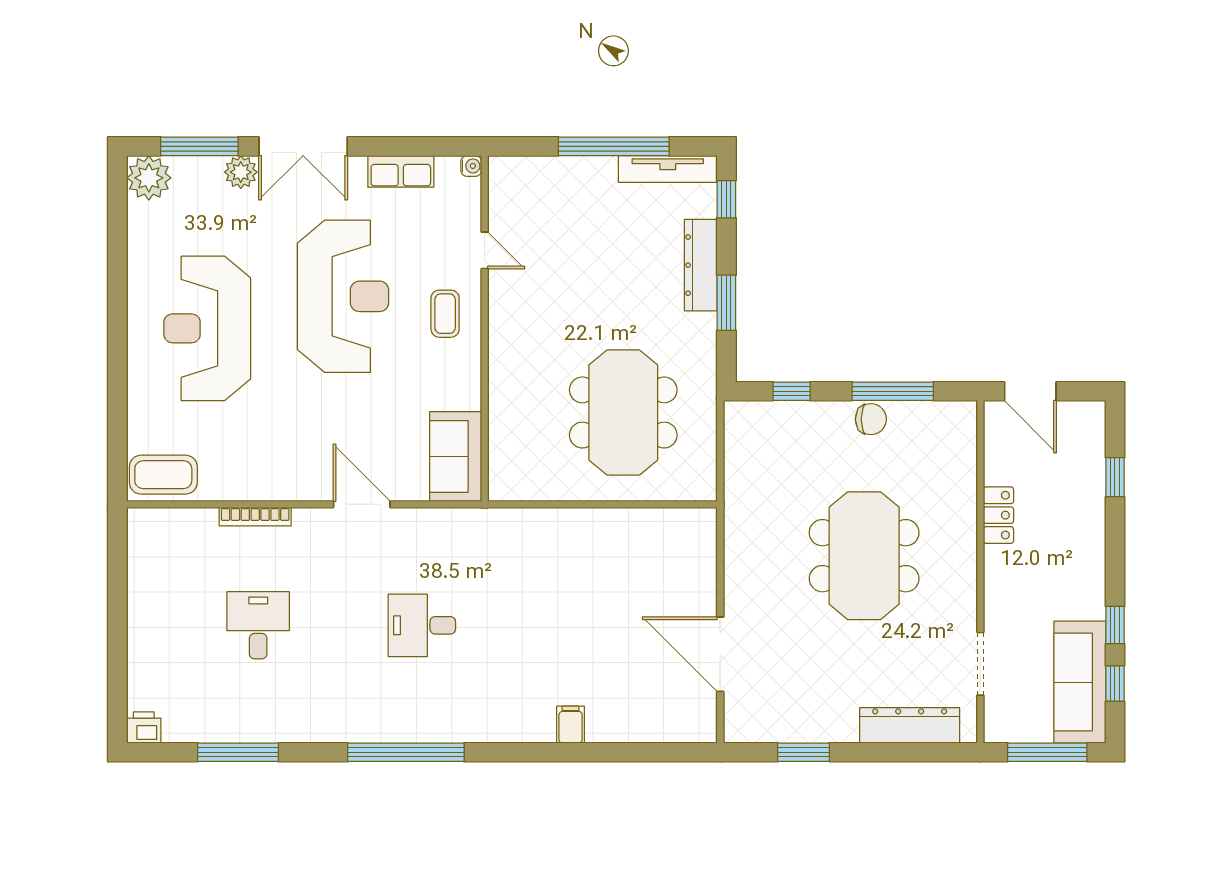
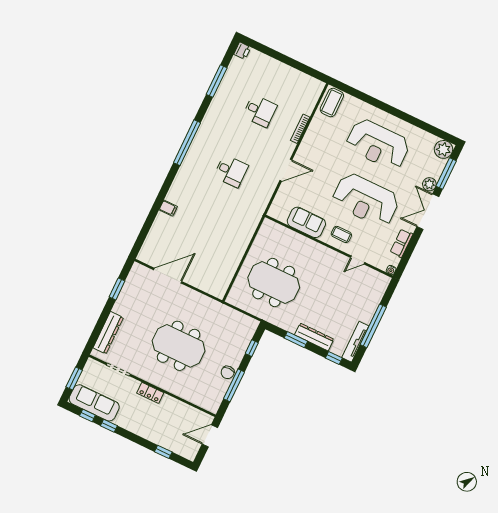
reception desk: (207, 328) -> (378, 144), turned 180
sofa: (456, 456) -> (306, 222), moved
locker: (998, 515) -> (150, 393), moved
desk: (422, 625) -> (231, 171), turned 90
window: (1047, 752) -> (74, 379), width x0.69

